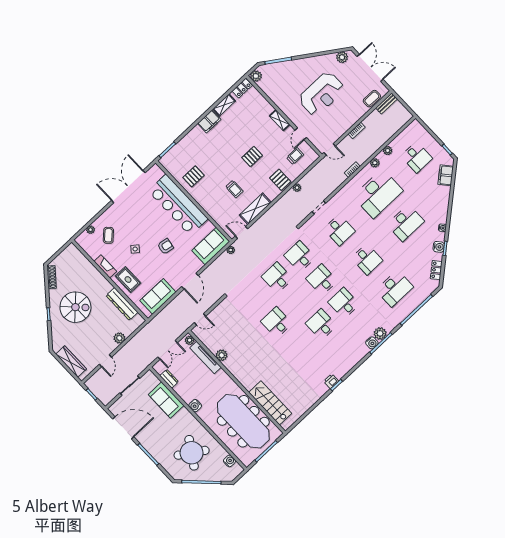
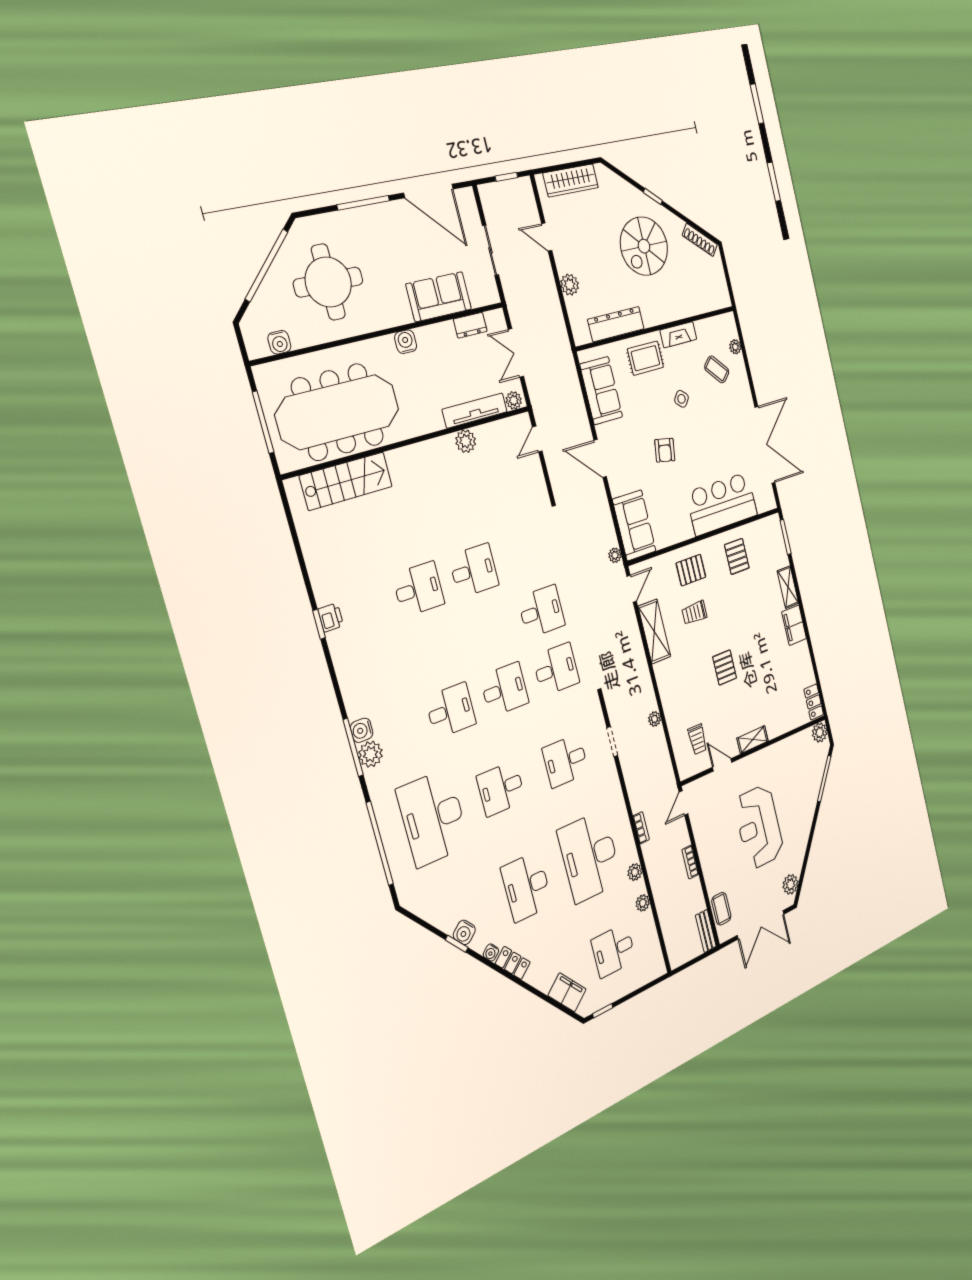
shelving: (224, 105) -> (788, 587), moved
pallet: (280, 180) -> (691, 570), moved
bar counter: (178, 205) -> (722, 504), width x0.73
locker: (436, 270) -> (513, 963), moved
desk: (395, 289) -> (433, 818), width x1.36, depth x1.30
desk: (321, 324) -> (419, 589), moved
door: (123, 428) -> (429, 191), hinge flipped
round table: (192, 453) -> (328, 282), turned -33

